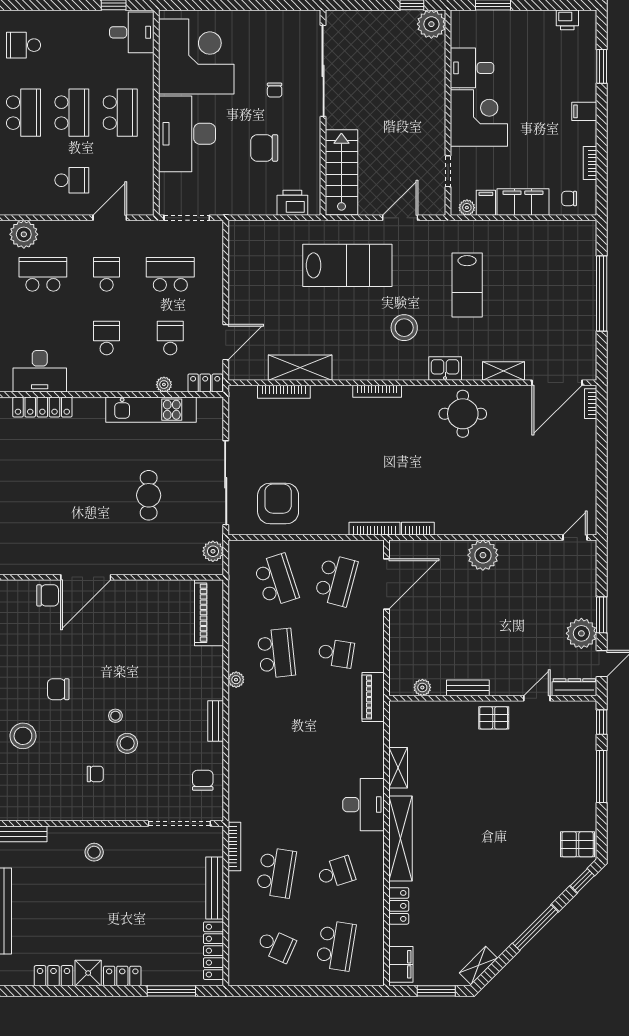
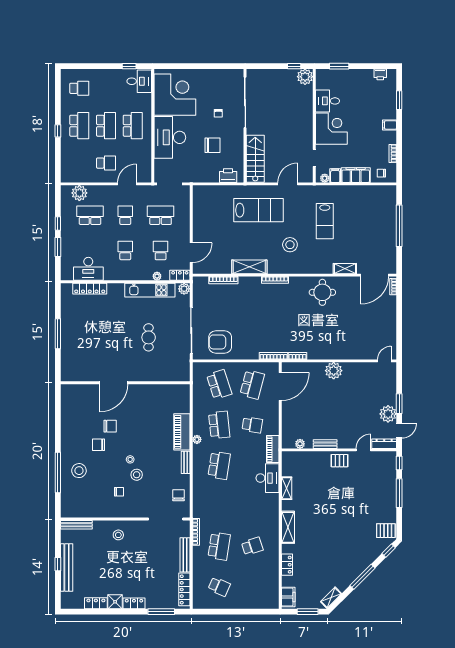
school desk: (24, 45) -> (79, 88), turned 180
chair: (264, 148) -> (213, 145), turned 180
shelving: (300, 368) -> (249, 267), moved
kitchen sink: (445, 369) -> (313, 267), removed
armchair: (278, 504) -> (220, 342), turned -90
plant: (213, 551) -> (184, 289), moved
chair: (48, 595) -> (110, 426), moved
piano: (209, 613) -> (182, 432), moved
desk: (364, 805) -> (267, 478), moved
shelving: (401, 838) -> (288, 527), width x0.68
school desk: (336, 946) -> (219, 465), moved

